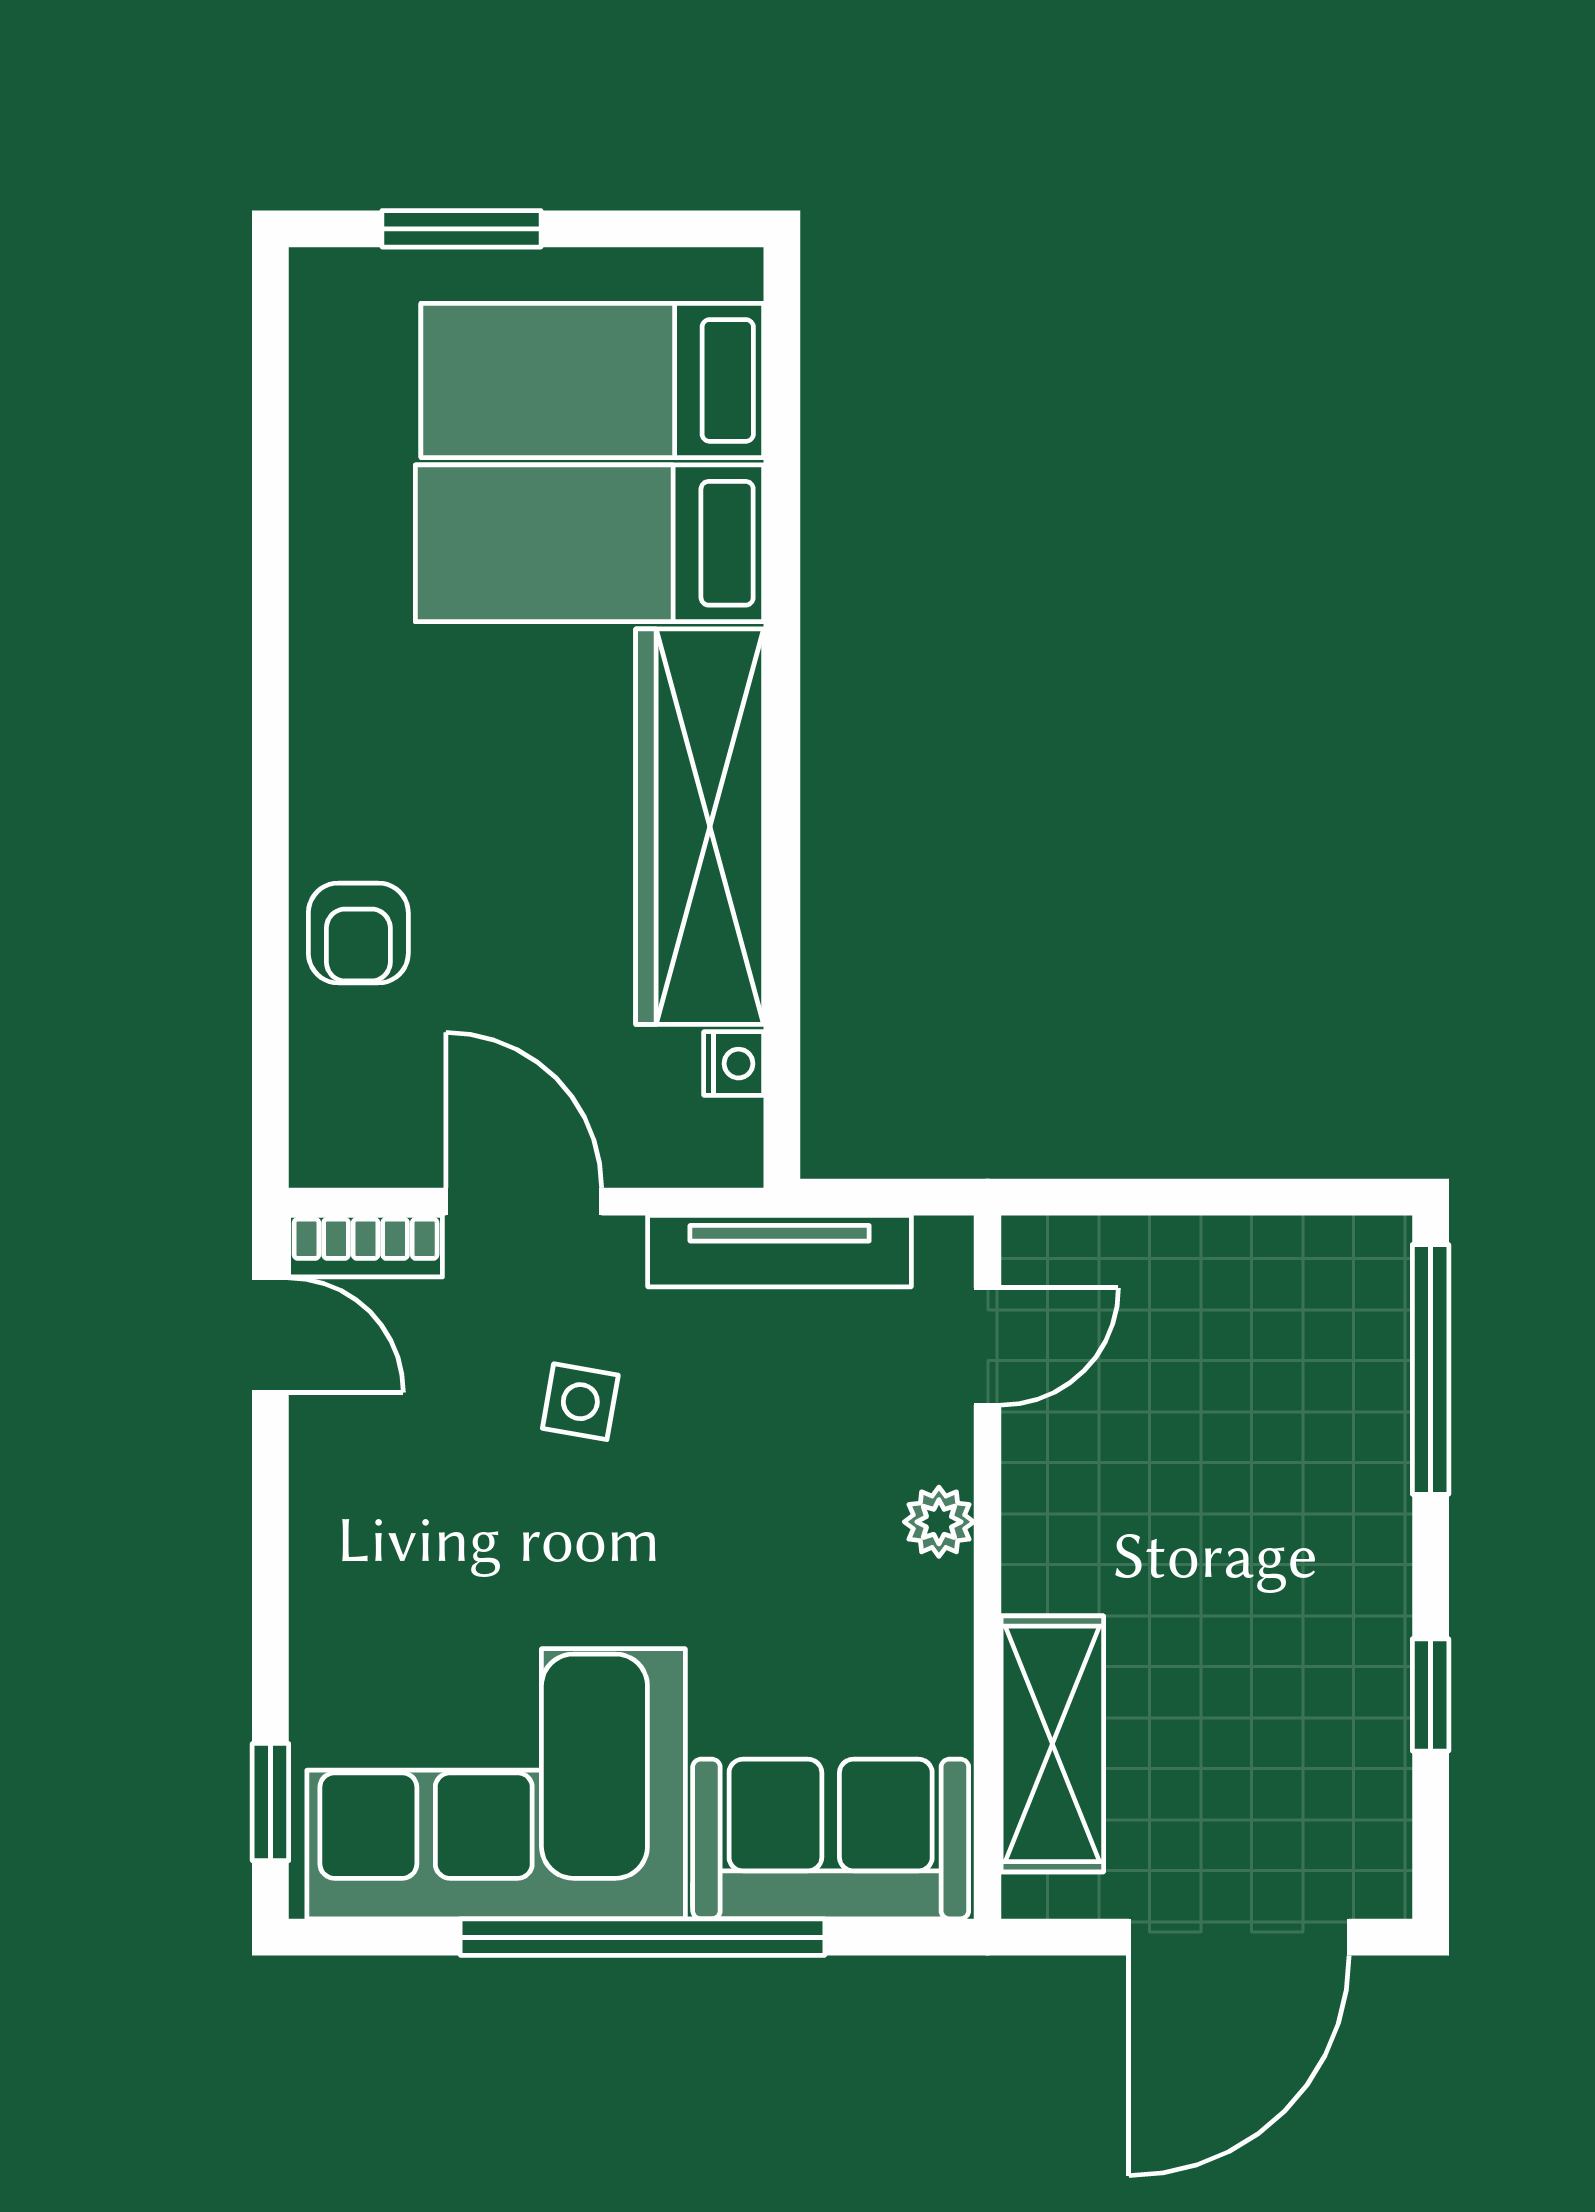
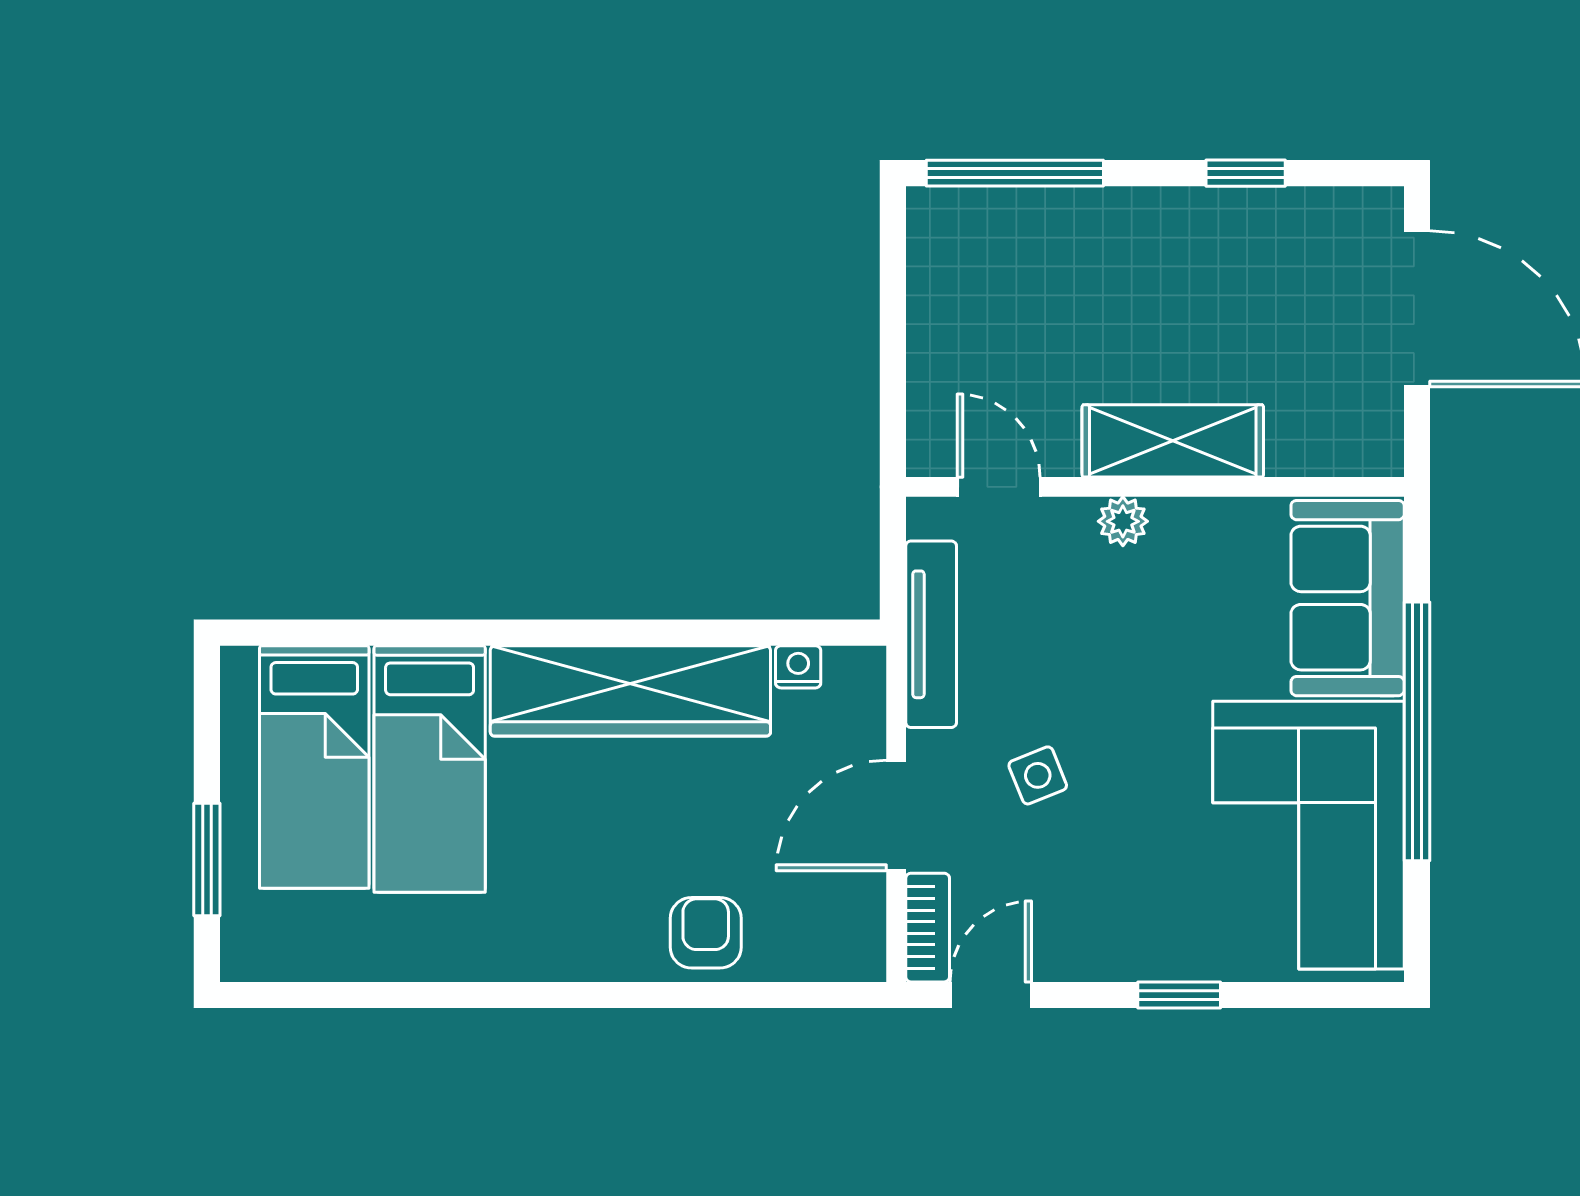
armchair: (358, 933) -> (706, 933), turned -90
side table: (580, 1402) -> (1038, 775), turned -32
shelving: (1052, 1744) -> (1173, 441), moved
window: (270, 1802) -> (1179, 995), moved

